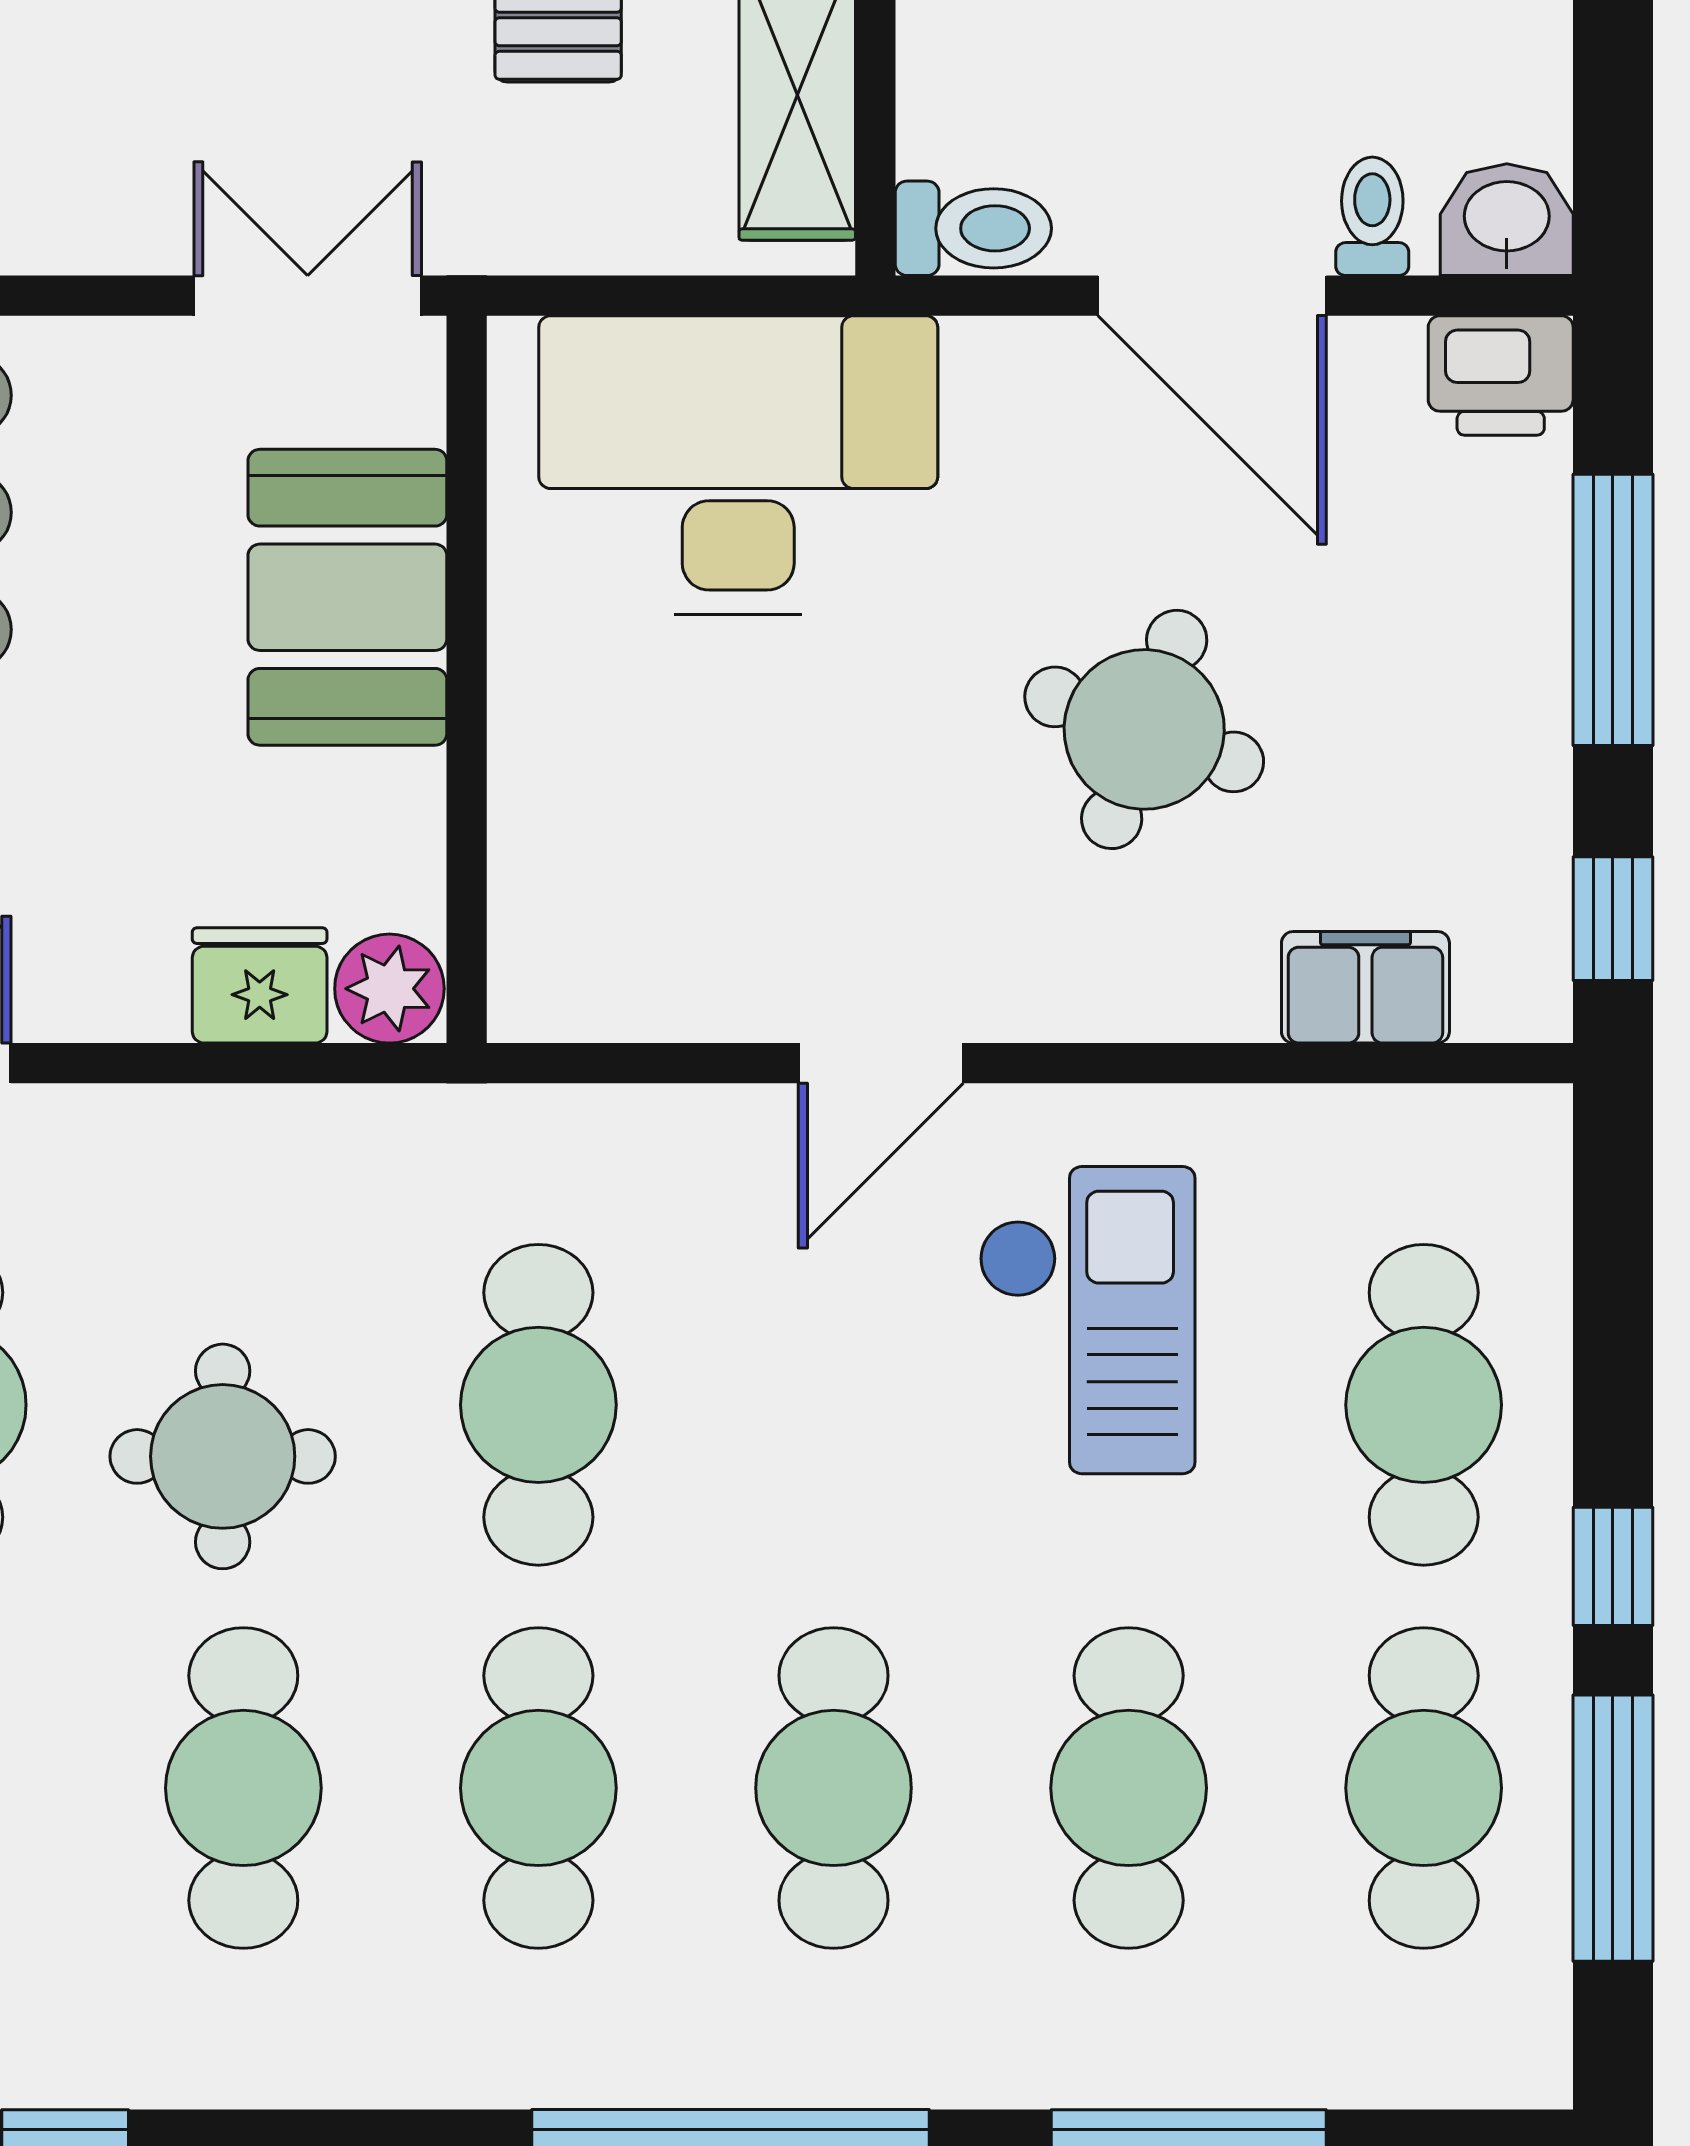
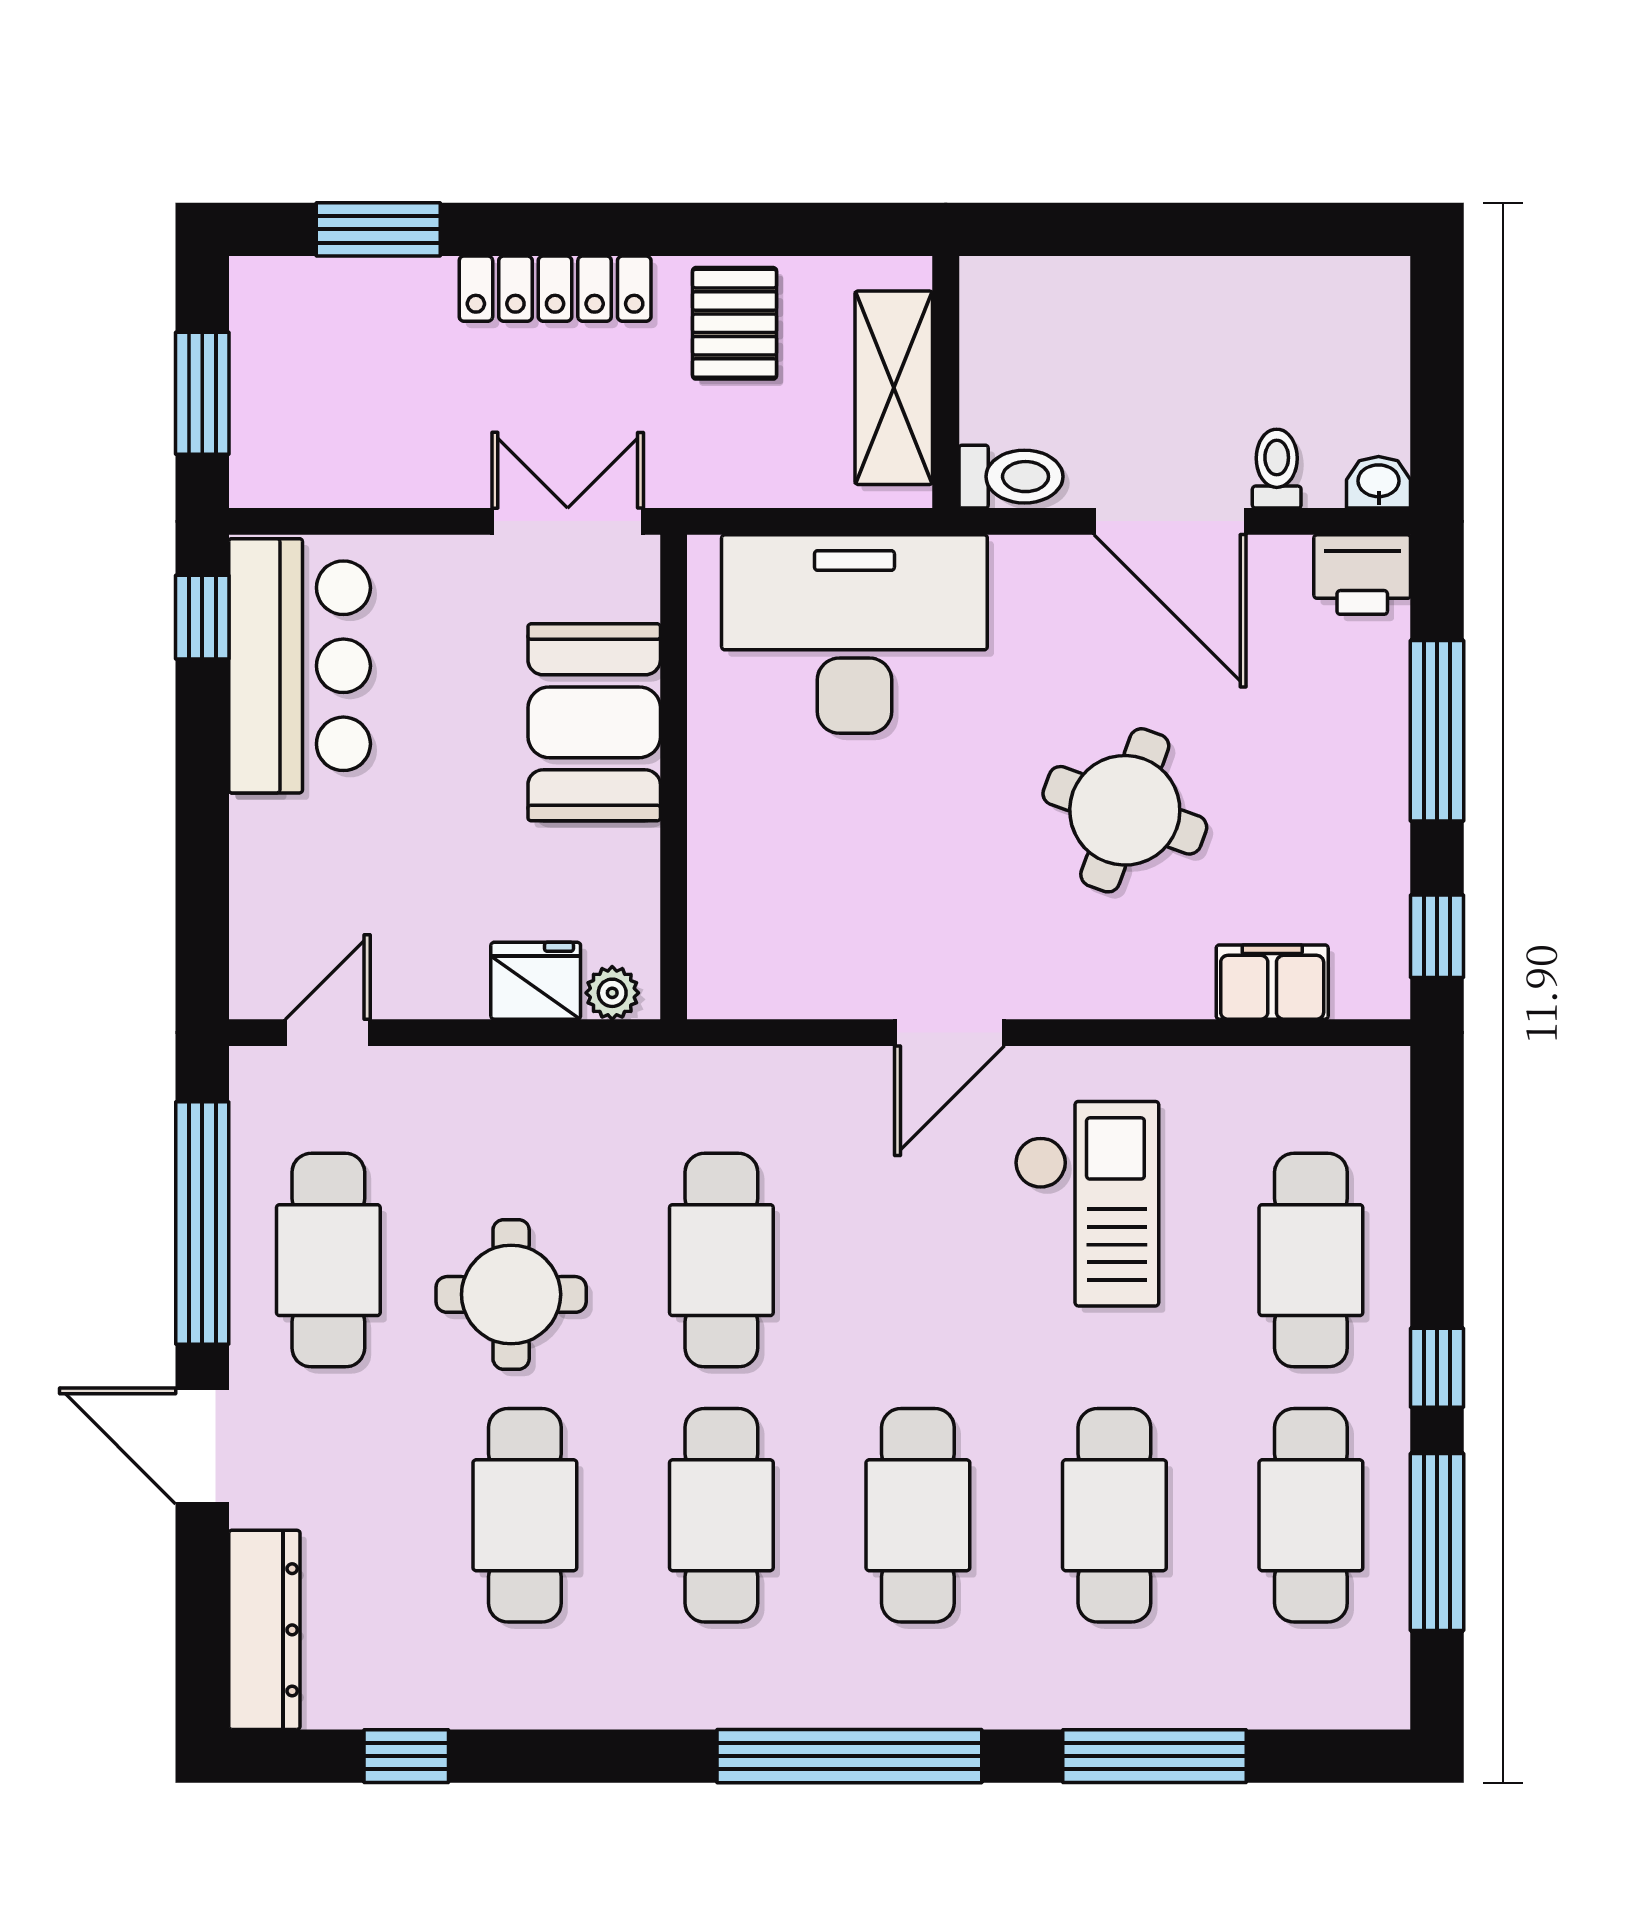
washbasin: (1507, 220) -> (1379, 482), width x0.72, depth x0.69
plant: (389, 989) -> (612, 993), width x0.73, depth x0.73

